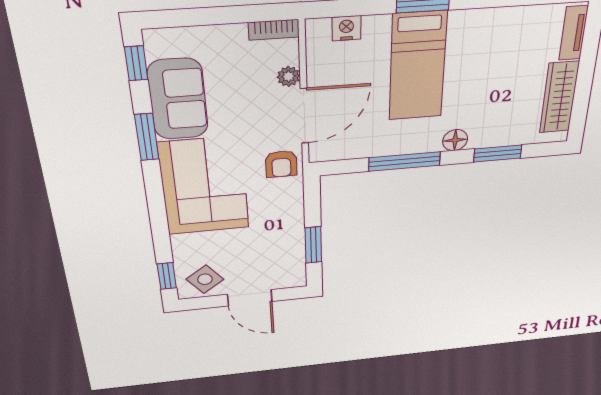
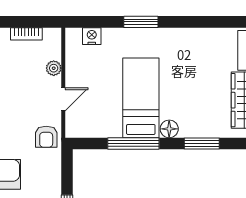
bookcase: (274, 30) -> (26, 34), moved
bed: (418, 66) -> (141, 98), moved, turned 180
door: (304, 116) -> (63, 99), width x0.53

